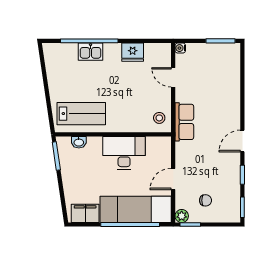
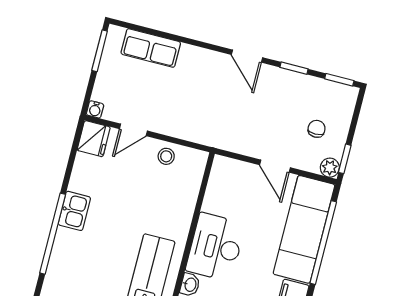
kitchen sink: (91, 52) -> (74, 211), moved
fridge: (133, 52) -> (94, 139), moved
stool: (159, 118) -> (166, 156), moved
row of seats: (184, 122) -> (151, 48), moved, turned 180
desk: (124, 153) -> (216, 247), moved

